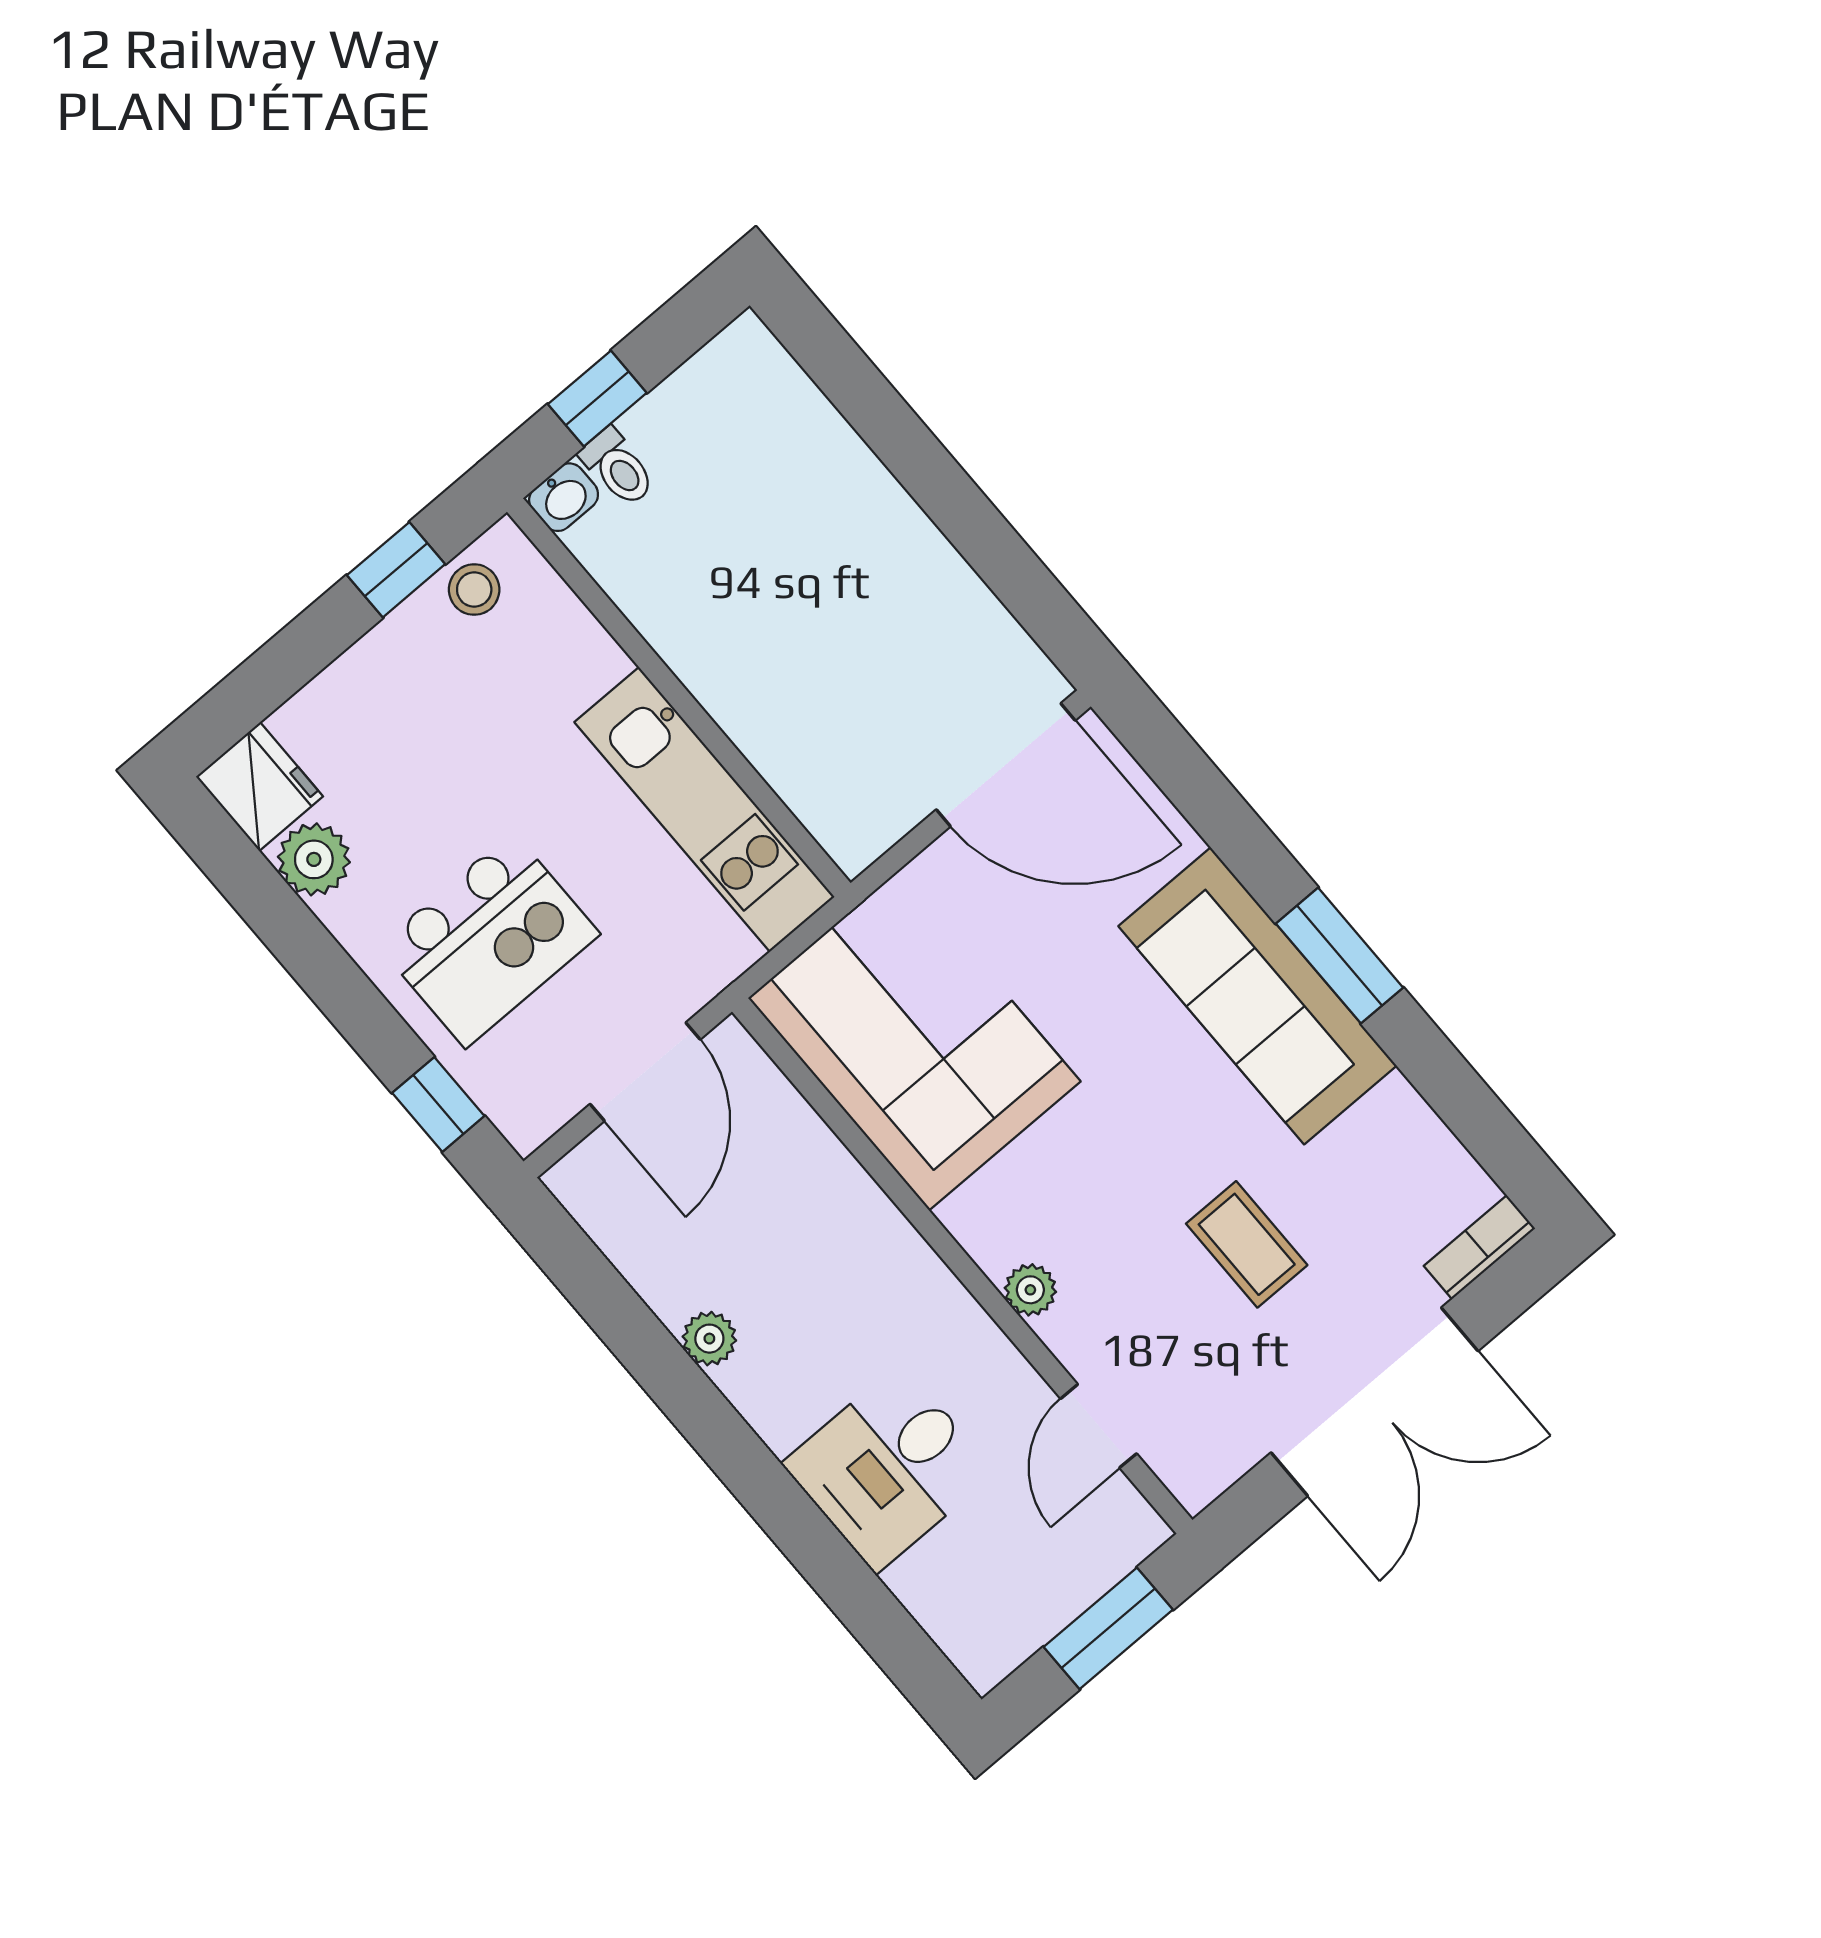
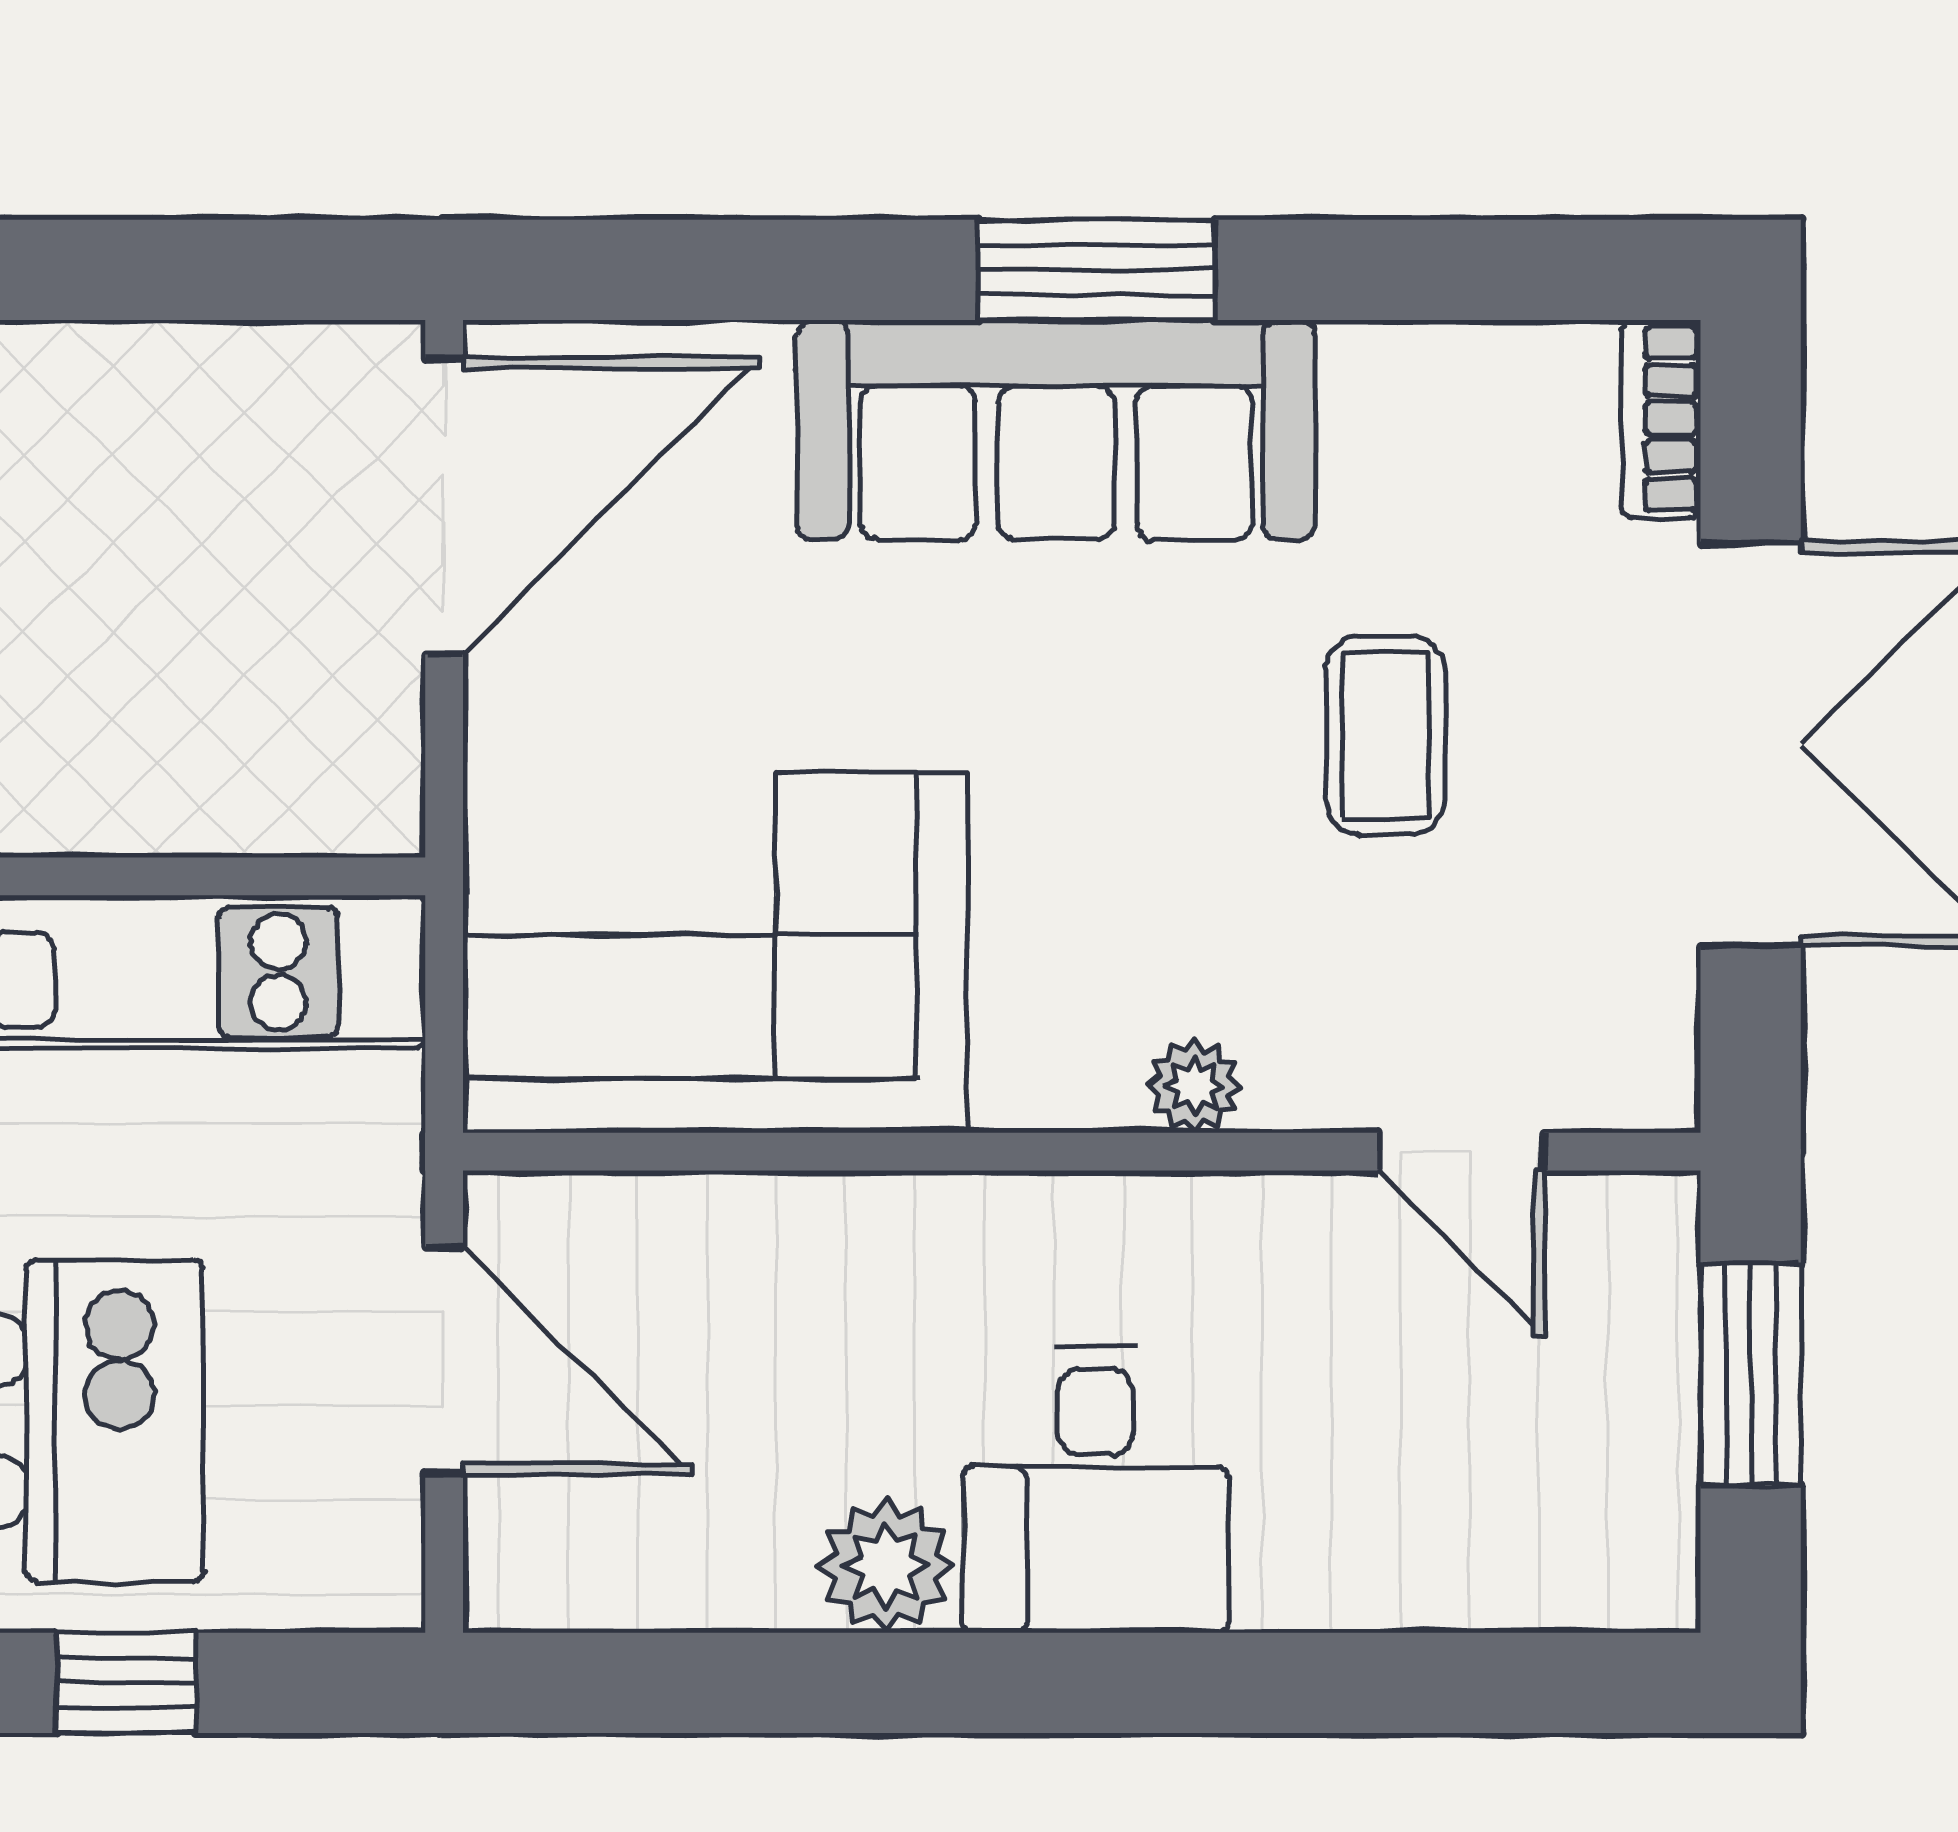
window: (438, 1104) -> (126, 1683), moved
coffee table: (1247, 1244) -> (1385, 735), turned 90
plant: (709, 1339) -> (886, 1566), width x1.38, depth x1.38
desk: (888, 1468) -> (1096, 1490), moved

